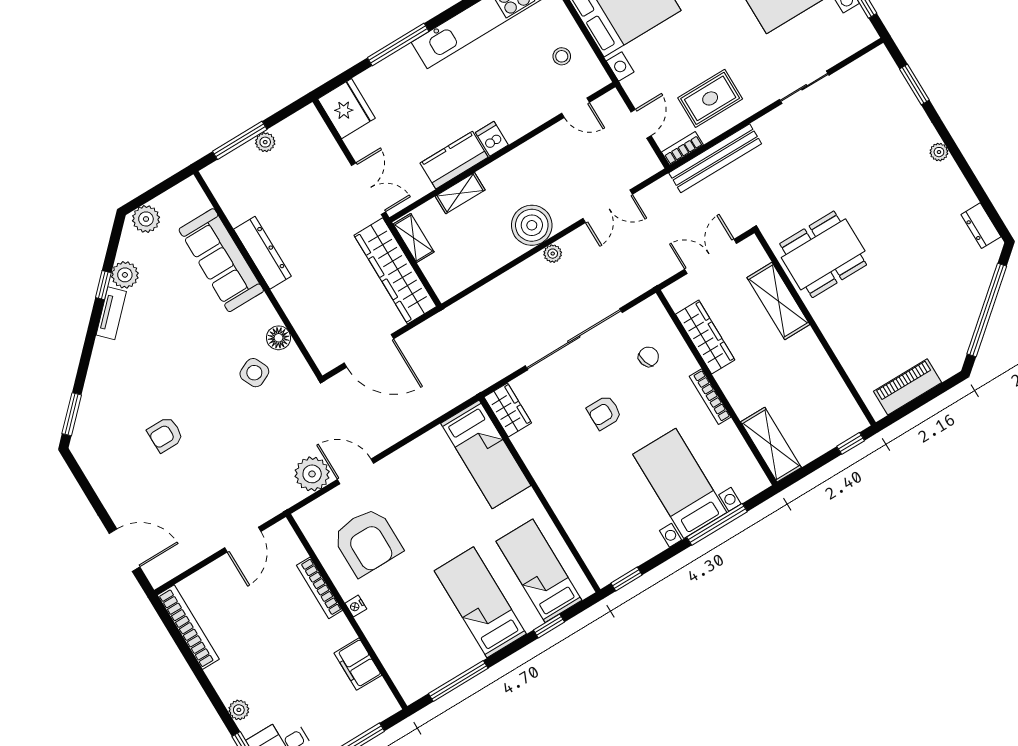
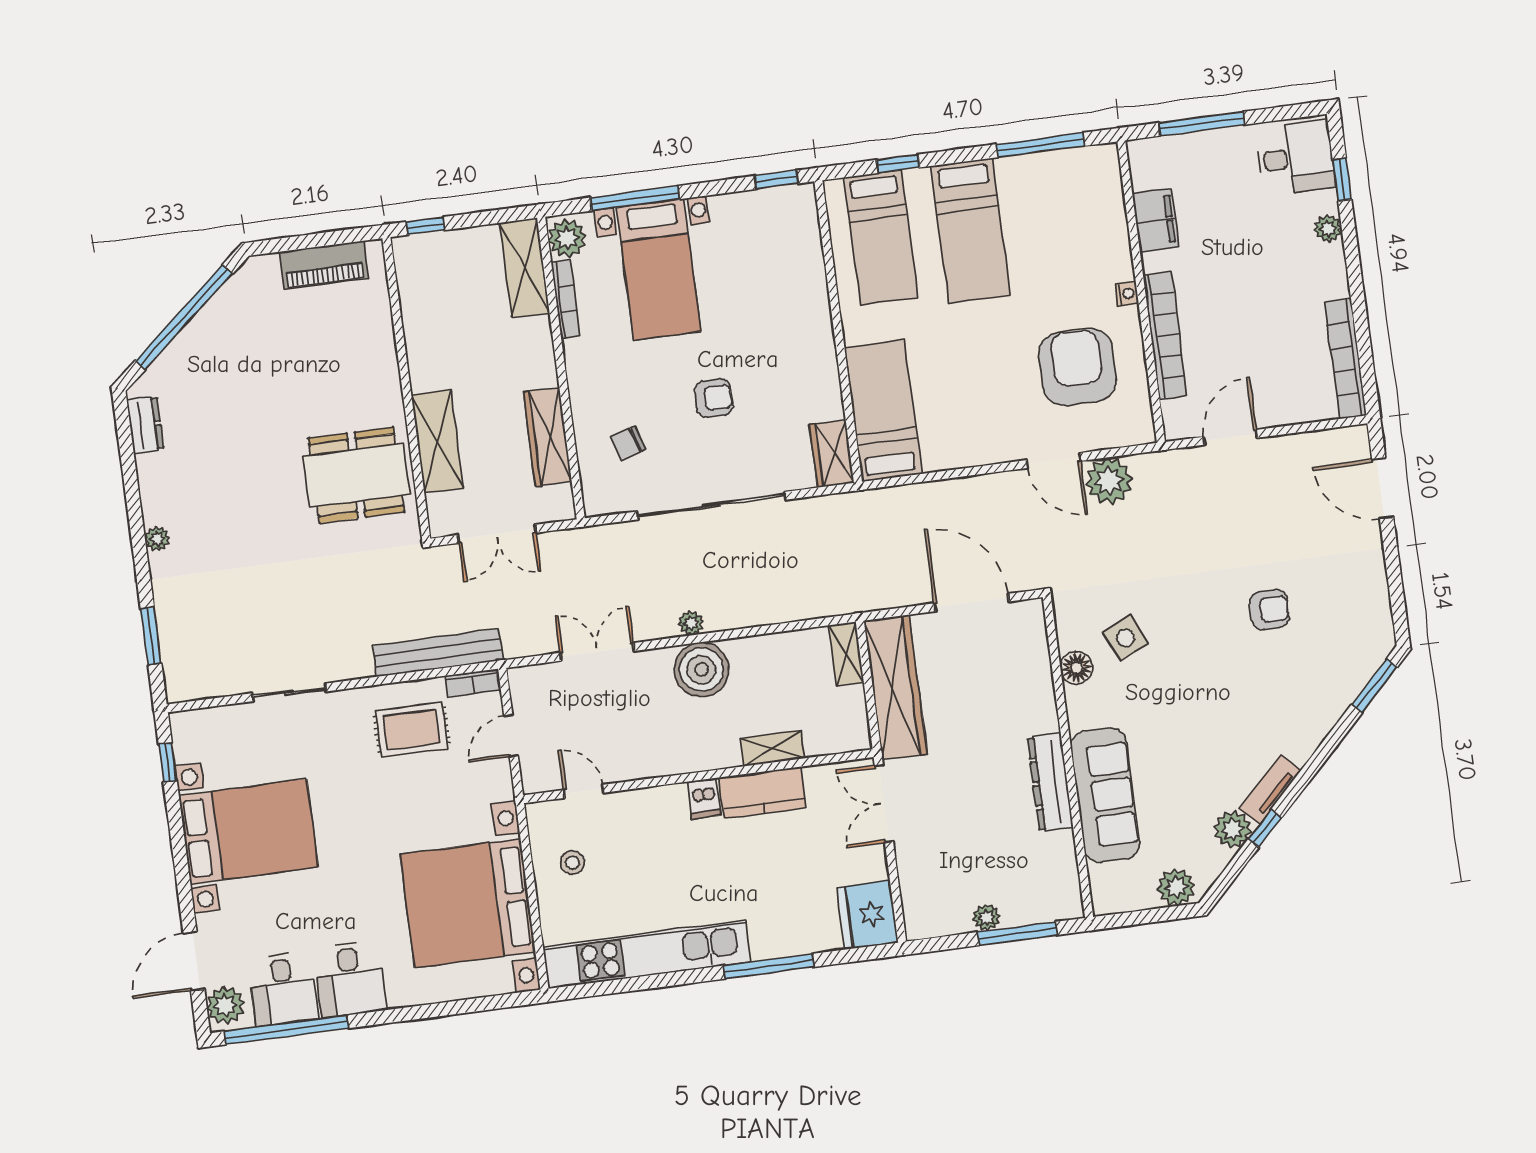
shelving: (414, 238) -> (846, 654), moved
bookcase: (710, 397) -> (566, 299), moved
plant: (751, 477) -> (567, 238), added
bookcase: (319, 588) -> (1165, 335), width x1.48, depth x1.31

